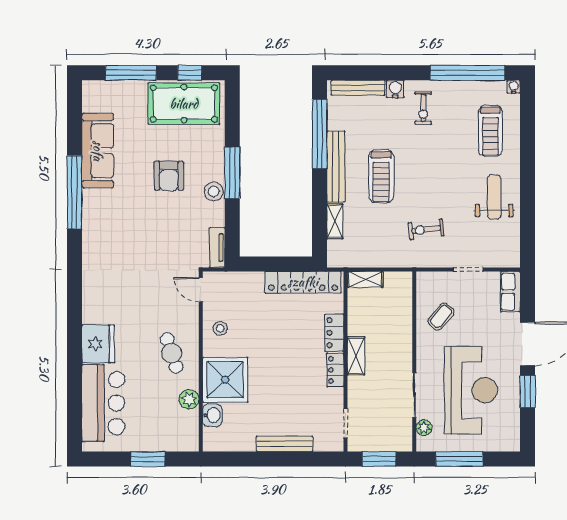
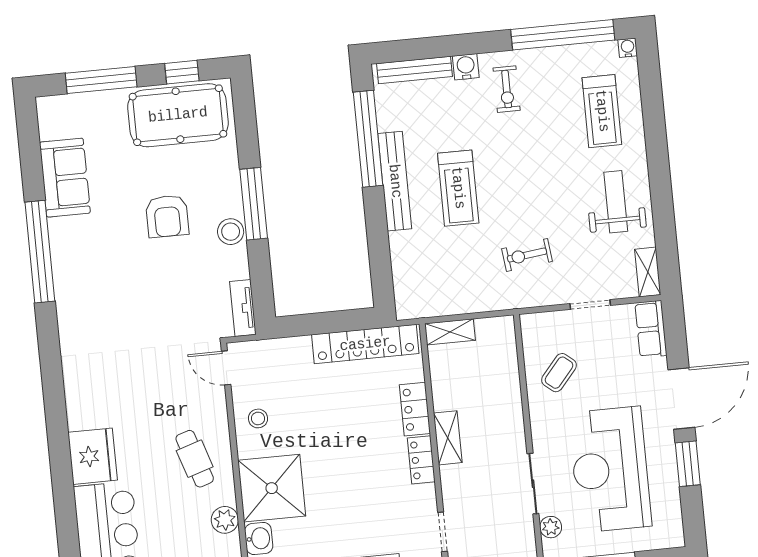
sofa: (98, 151) -> (65, 178), width x0.73
shelving: (335, 221) -> (648, 272), moved
reception desk: (471, 390) -> (610, 469), turned 180

